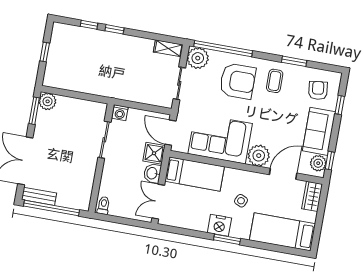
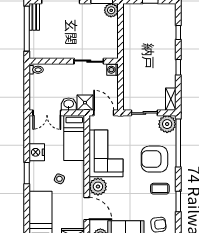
window: (114, 29) -> (178, 67), moved
armchair: (238, 81) -> (154, 159), turned 90
door: (170, 133) -> (104, 113), hinge flipped
double door: (158, 202) -> (47, 113), swing flipped
nightstand: (219, 225) -> (37, 152), moved

